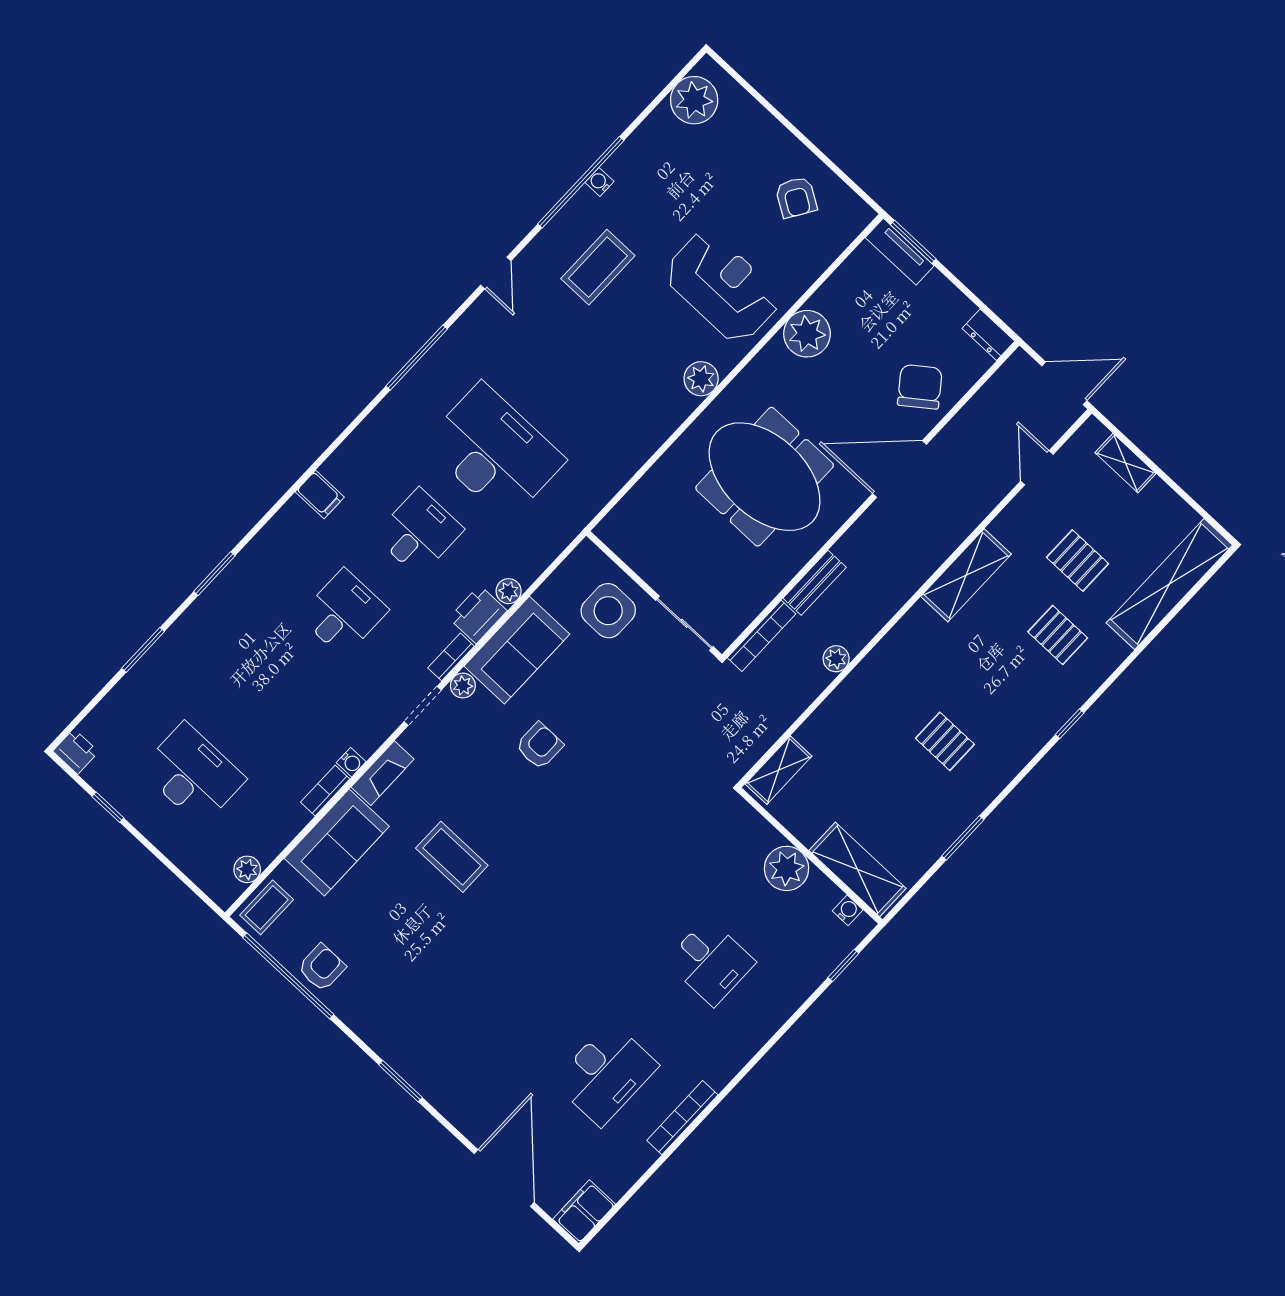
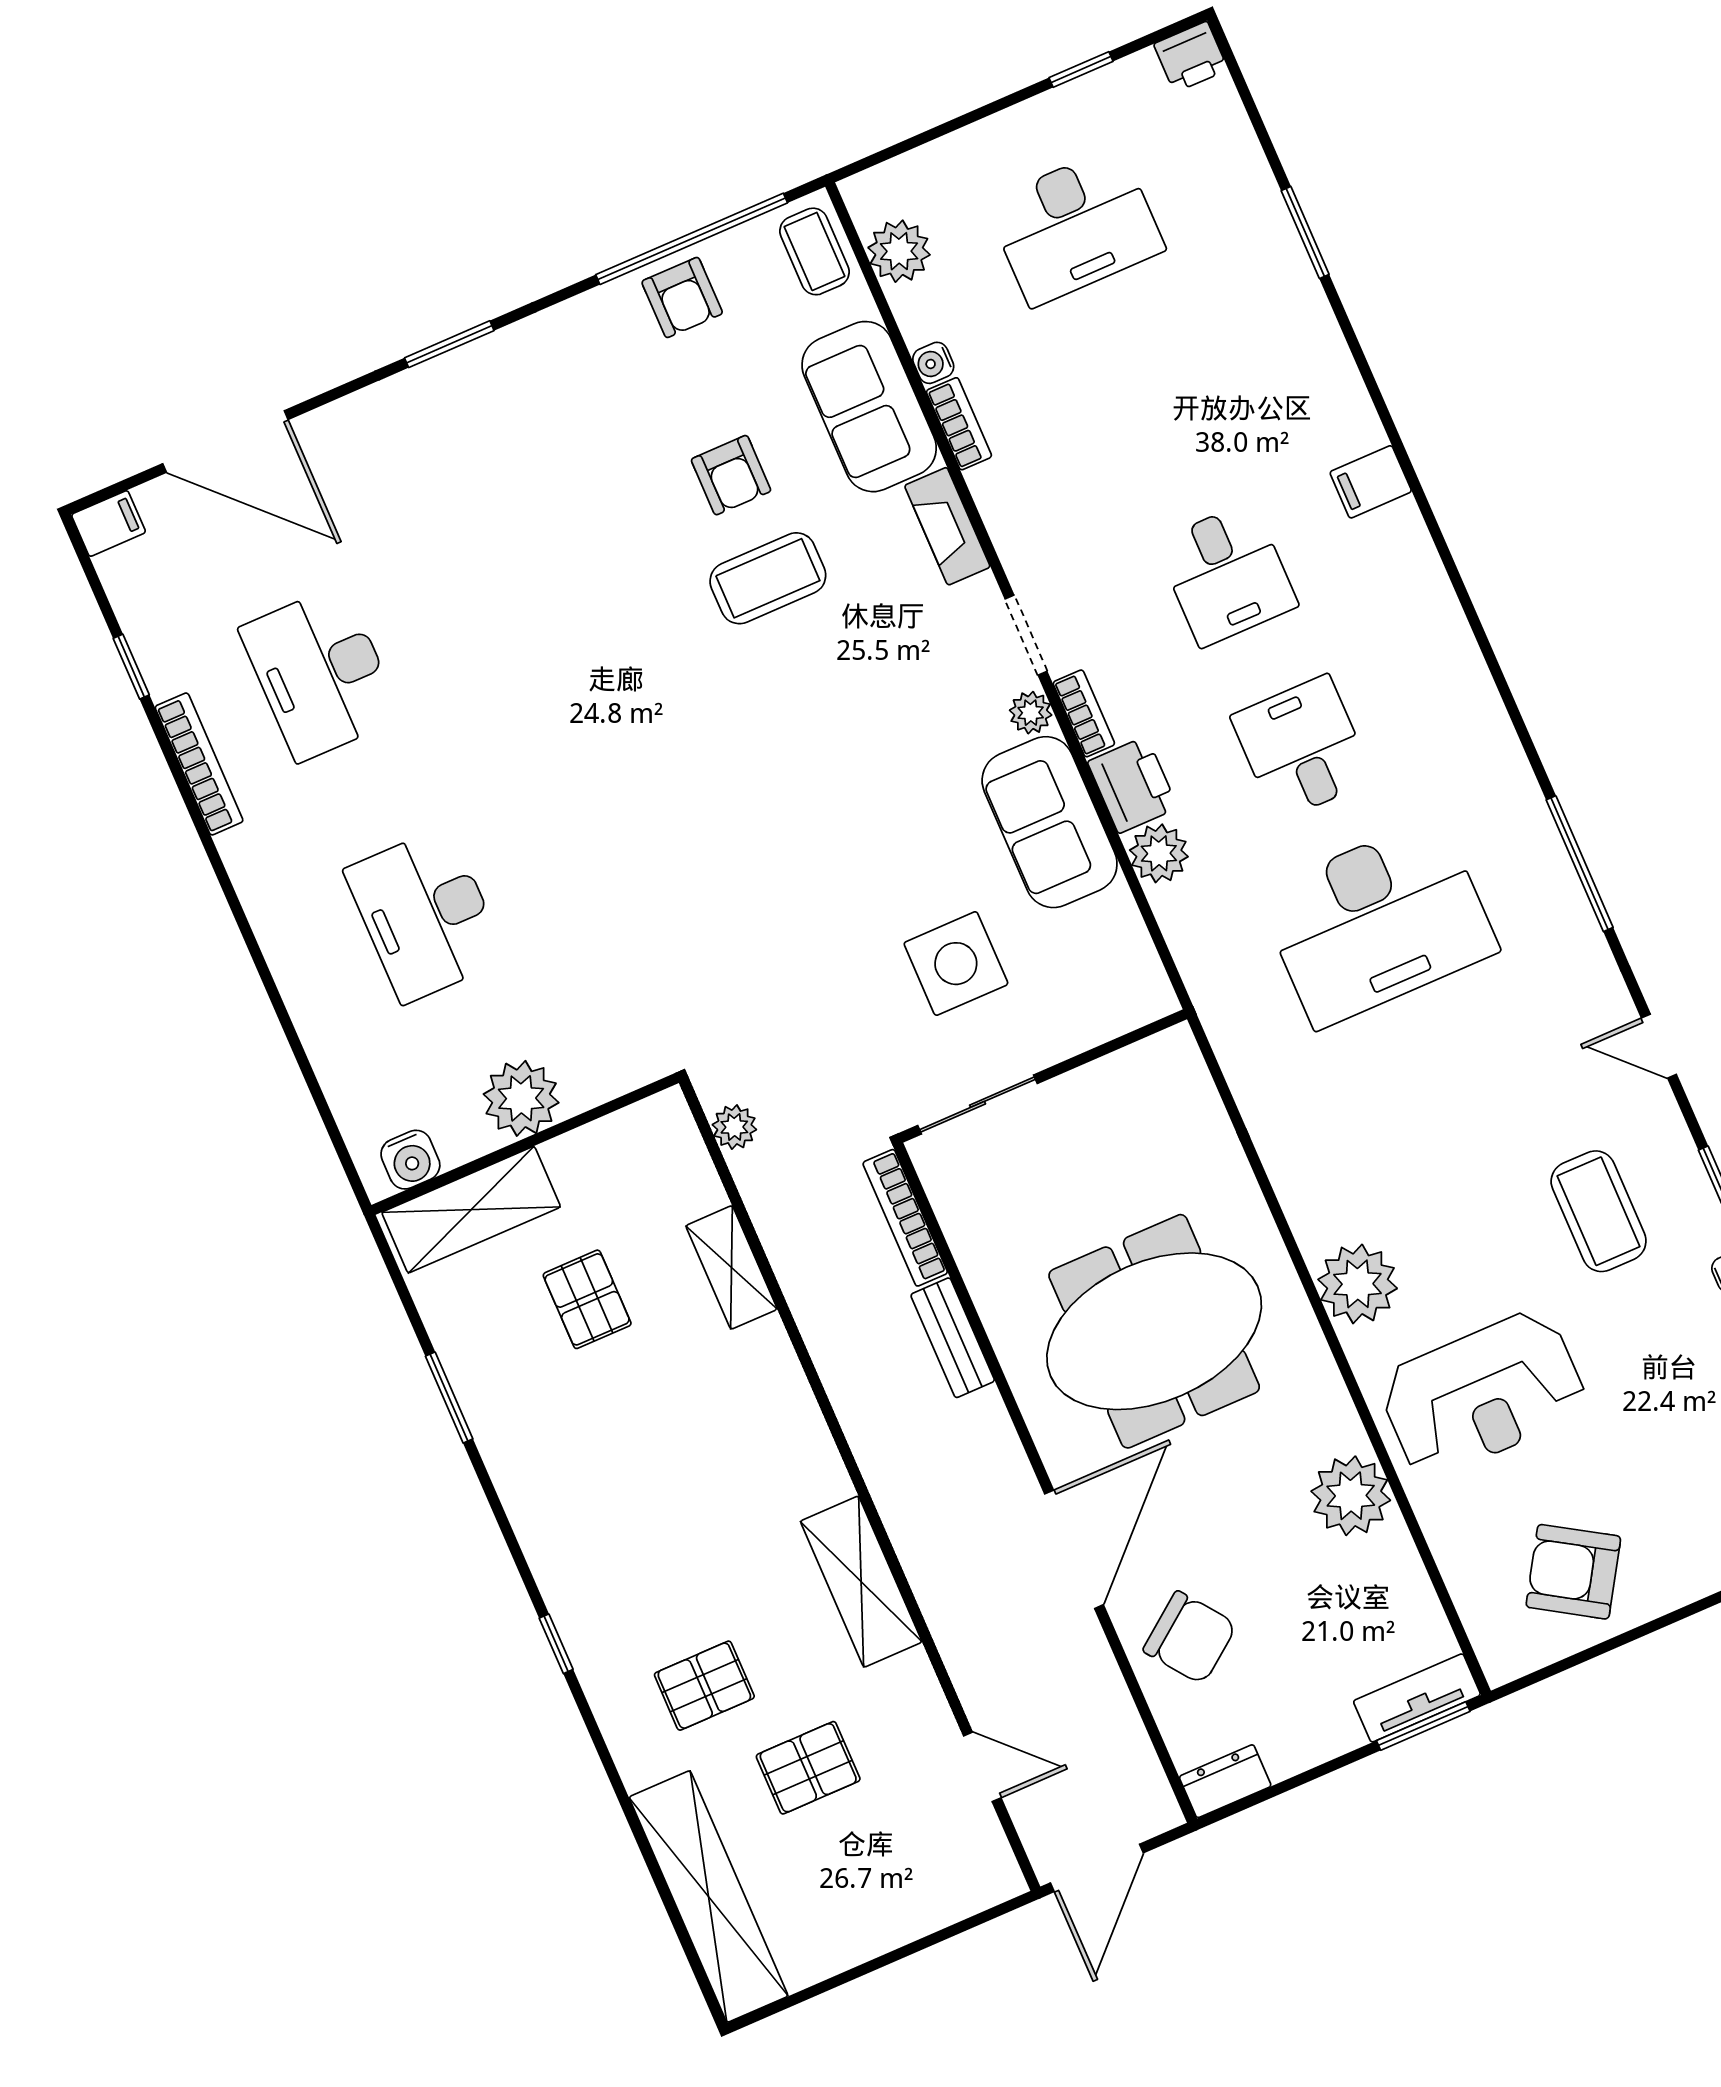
armchair: (796, 197) -> (1573, 1572), width x1.38, depth x1.38
plant: (701, 379) -> (1358, 1284), width x1.36, depth x1.36
shelving: (1126, 463) -> (929, 1910), removed
filing cabinet: (320, 495) -> (1371, 482), moved
desk: (419, 532) -> (1302, 748), turned 180
window: (214, 574) -> (1377, 397), removed
plant: (509, 591) -> (1159, 853), width x1.38, depth x1.38
side table: (608, 611) -> (956, 964), moved
plant: (836, 659) -> (734, 1127), moved
pallet: (945, 741) -> (587, 1299), moved, turned 90
armchair: (539, 746) -> (731, 475), moved
water cooler: (351, 762) -> (933, 363), moved
shelving: (779, 770) -> (732, 1267), moved
plant: (247, 869) -> (899, 251), width x1.38, depth x1.38
water cooler: (848, 910) -> (410, 1160), width x1.38, depth x1.38
desk: (710, 962) -> (425, 915), width x1.37
window: (843, 965) -> (131, 667), moved
filing cabinet: (584, 1212) -> (109, 523), width x0.50

